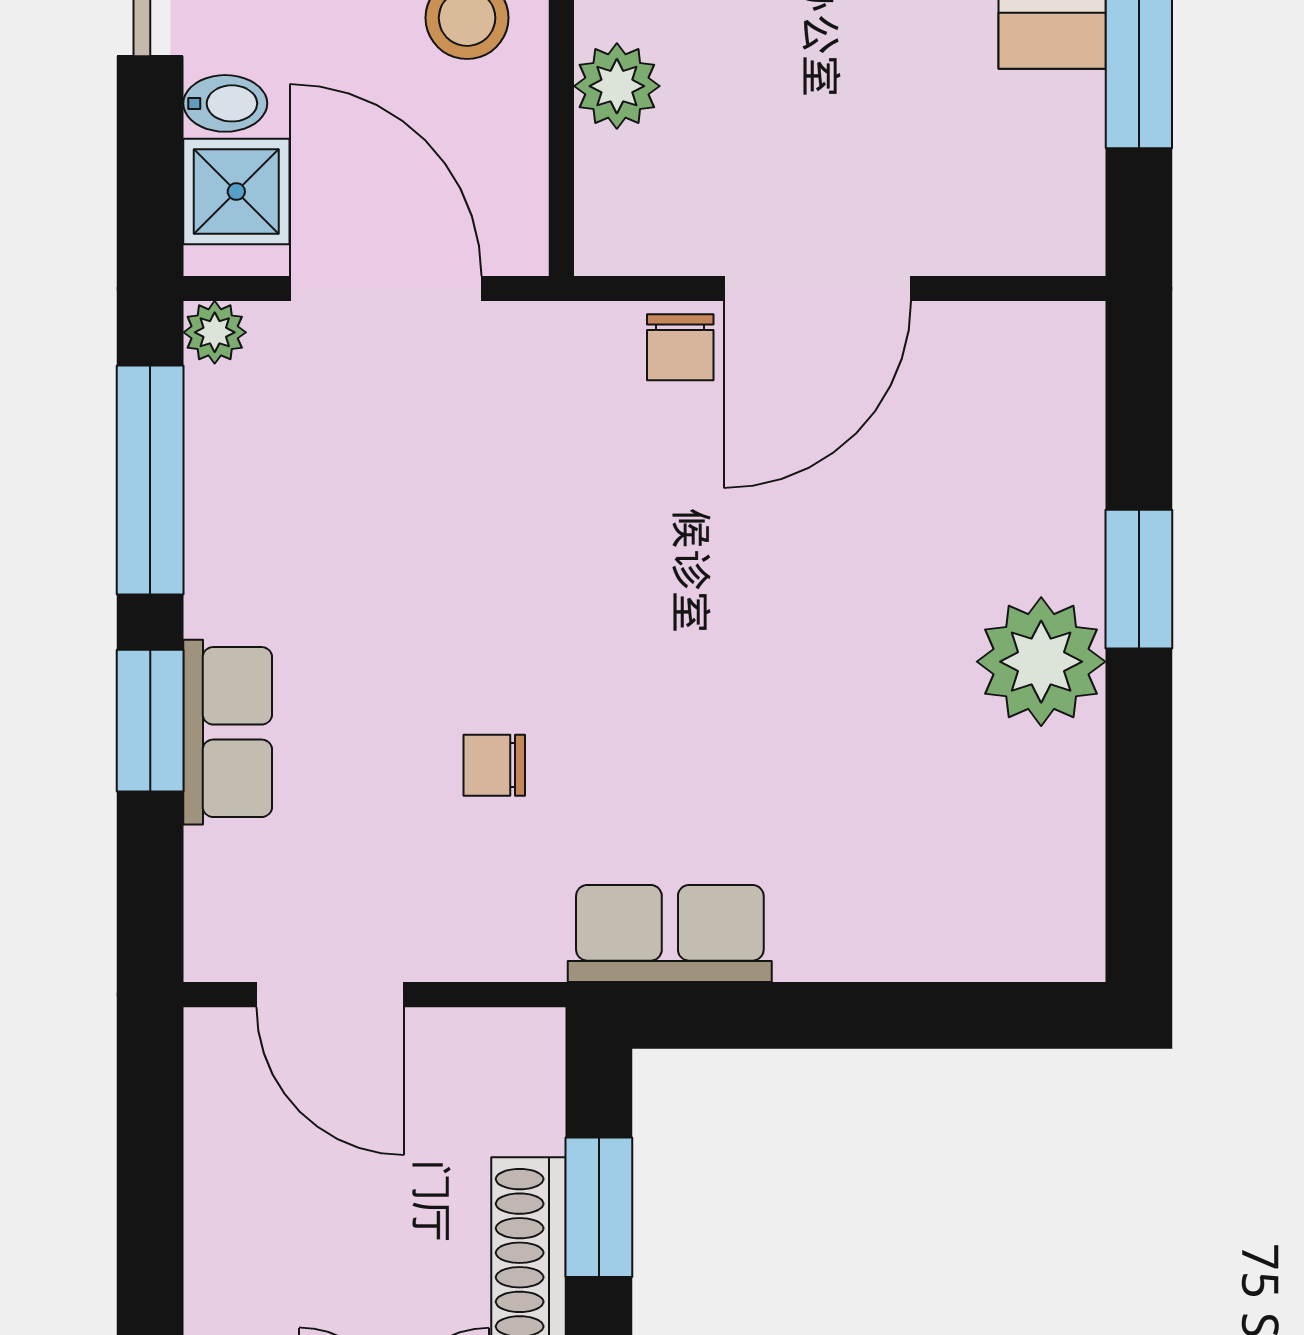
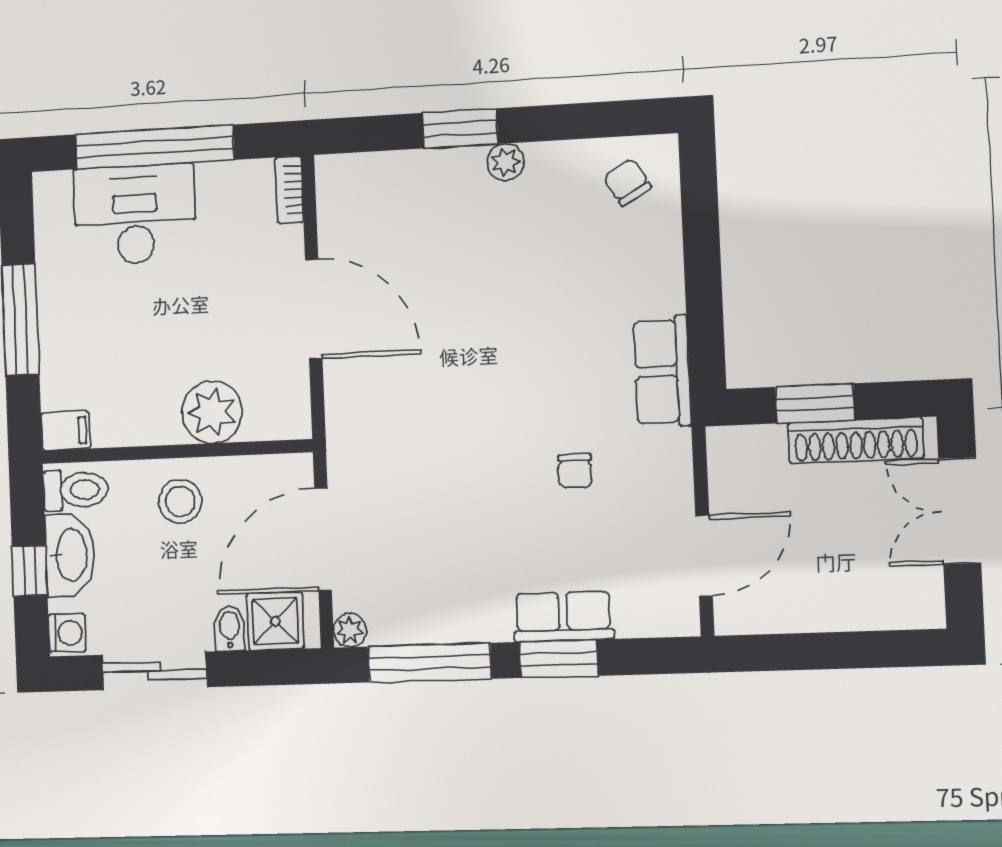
plant: (617, 86) -> (212, 412), width x1.36, depth x1.36
bookcase: (1043, 251) -> (289, 190), added
chair: (680, 347) -> (627, 182), moved, turned -120
plant: (1041, 662) -> (506, 162), width x0.53, depth x0.53

